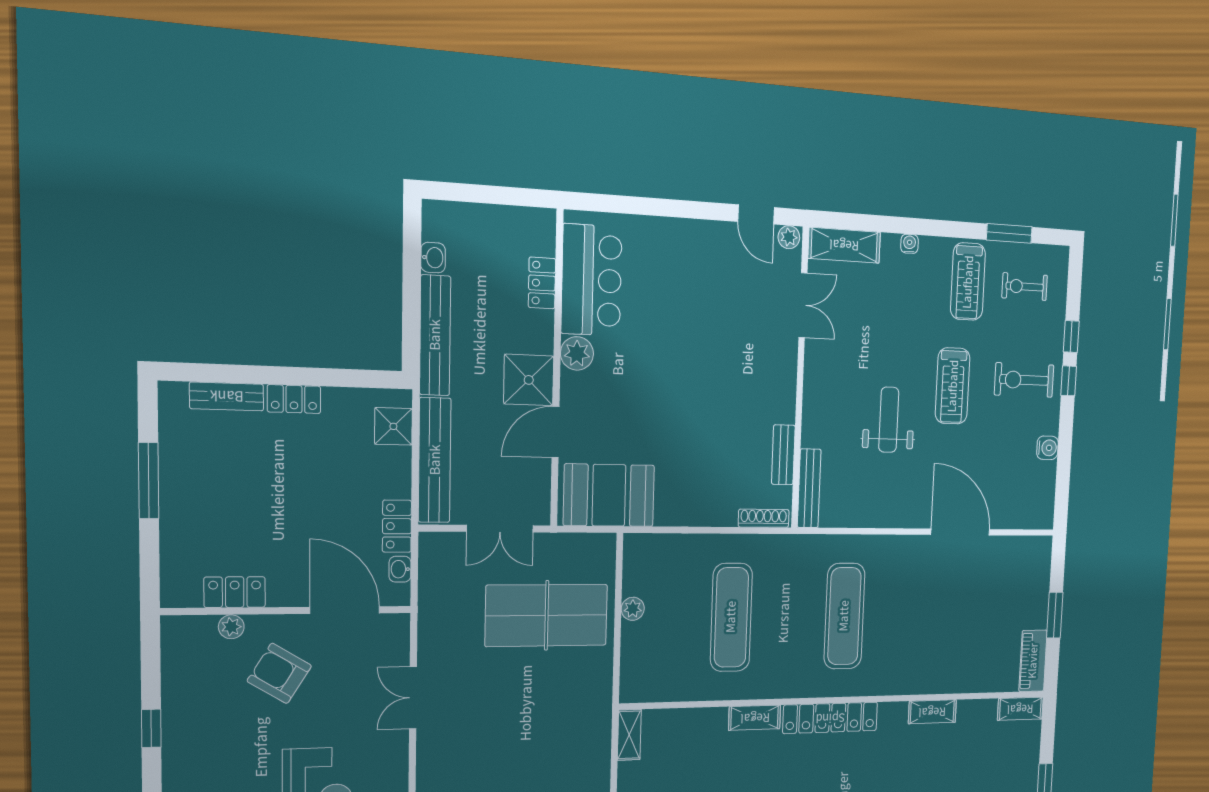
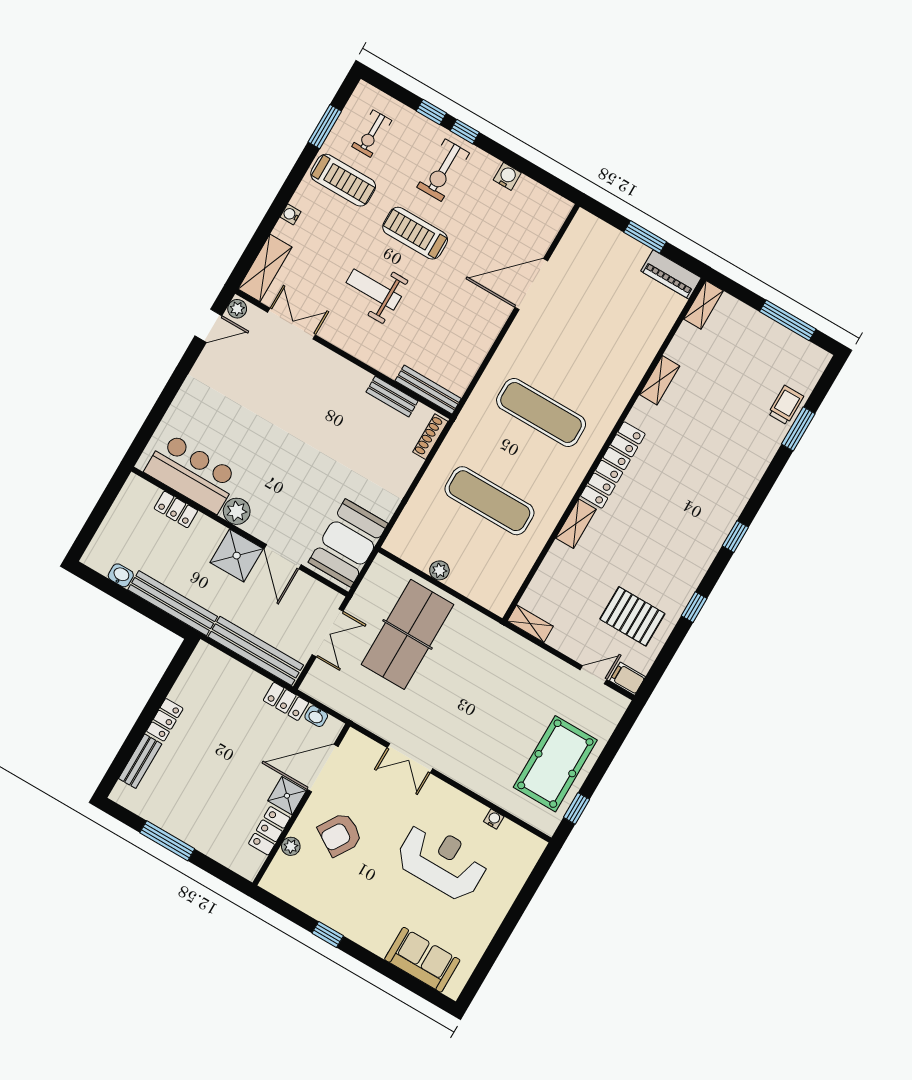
treadmill: (953, 386) -> (415, 233), turned 180
weight bench: (889, 420) -> (374, 289), moved
shower: (393, 426) -> (287, 796), moved

